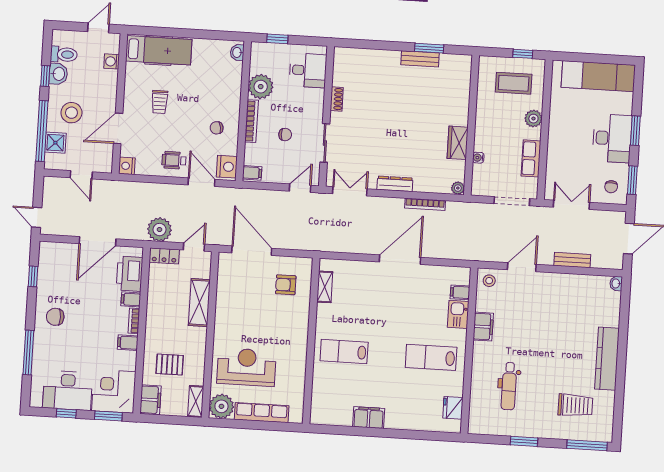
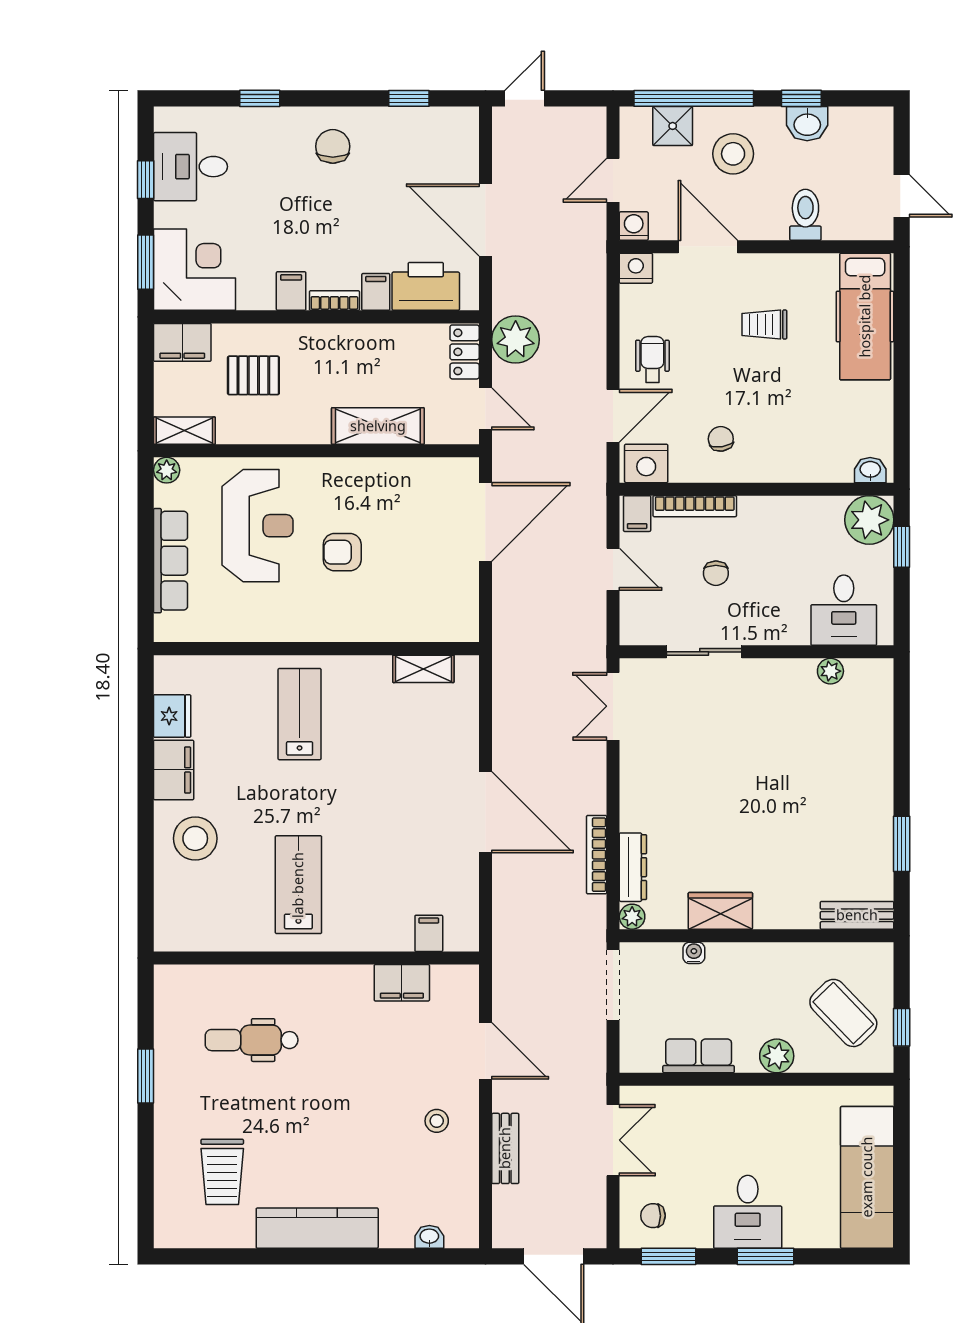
toilet: (64, 54) -> (805, 215), moved, turned 180
bench: (420, 59) -> (857, 915), moved, turned 90
washing machine: (112, 61) -> (634, 226), moved
plant: (339, 79) -> (830, 671), added
coffee table: (514, 83) -> (843, 1013), turned -44
plant: (261, 87) -> (869, 520), moved
shoe rack: (337, 99) -> (791, 670), removed
bookcase: (252, 121) -> (695, 506), moved
desk: (612, 138) -> (748, 1212), width x0.73
dresser: (395, 184) -> (633, 867), moved
door: (300, 188) -> (613, 569), moved
double door: (350, 191) -> (613, 706), swing flipped
doorway: (512, 201) -> (613, 985), moved
stool: (489, 281) -> (437, 1121), moved
washbasin: (616, 283) -> (429, 1237), moved
armchair: (286, 285) -> (342, 552), moved, turned -90
kitchen sink: (458, 314) -> (386, 932), removed
filing cabinet: (483, 327) -> (402, 983), moved
window: (28, 353) -> (260, 98), width x0.46
pallet: (170, 364) -> (253, 375), turned 90
desk: (68, 390) -> (190, 167), width x0.73
plant: (221, 406) -> (167, 470), width x0.53, depth x0.53
fridge: (453, 408) -> (172, 716), moved, turned 90
stool: (404, 409) -> (195, 838), added
window: (587, 445) -> (146, 1199), removed

